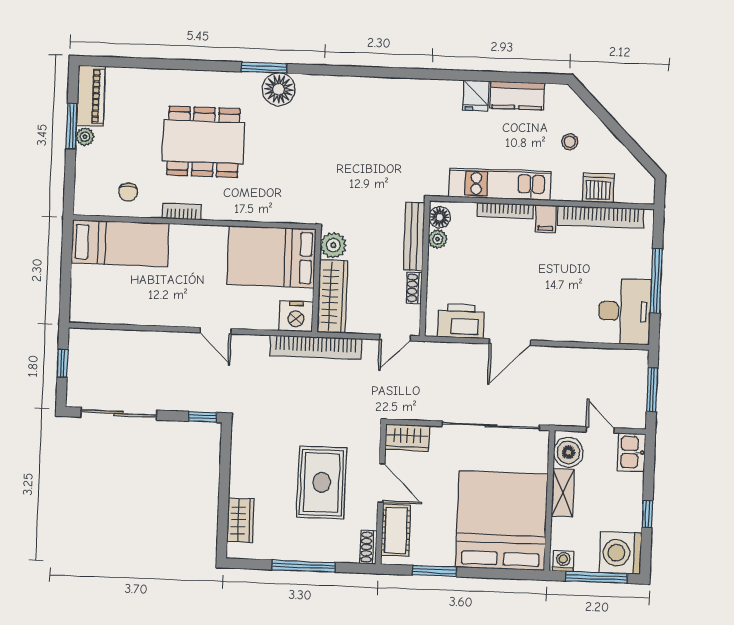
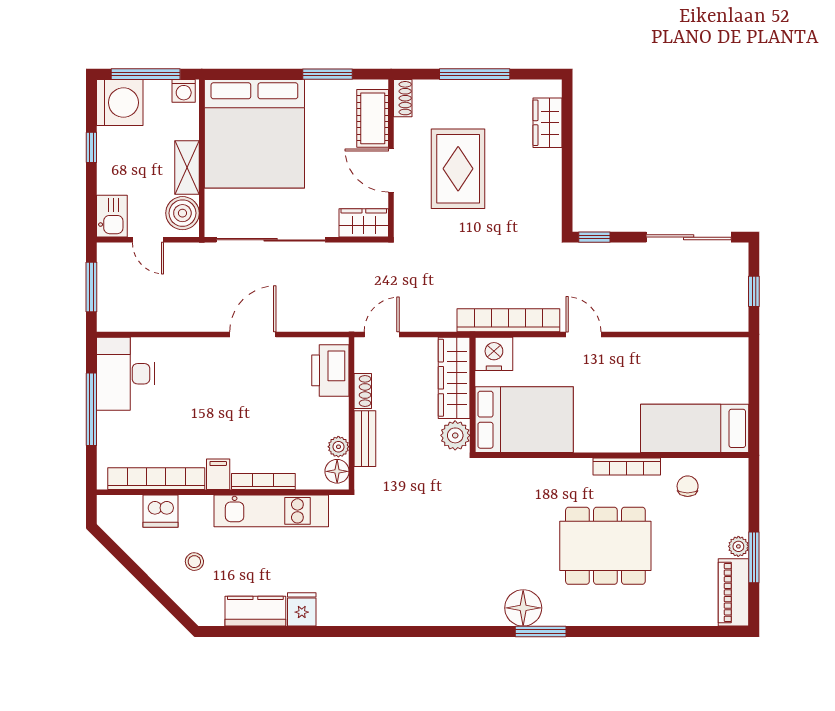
bookcase: (182, 212) -> (627, 467), width x1.56
bench: (414, 236) -> (365, 439), width x0.73
printer: (461, 321) -> (330, 370), moved, turned 90
bookcase: (316, 347) -> (508, 320), moved

